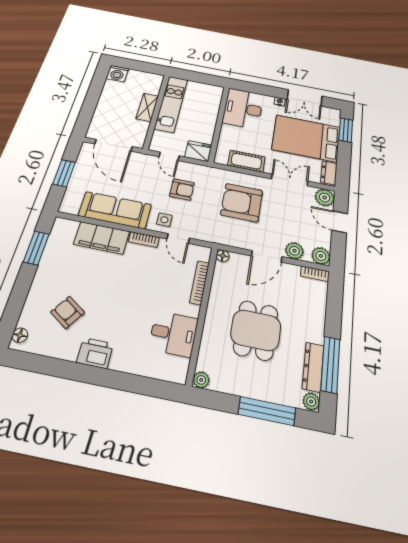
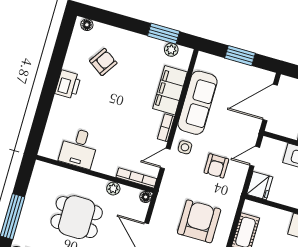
plant: (55, 239) -> (171, 50), added
bookcase: (199, 283) -> (136, 178), moved
plant: (201, 380) -> (113, 189), moved

